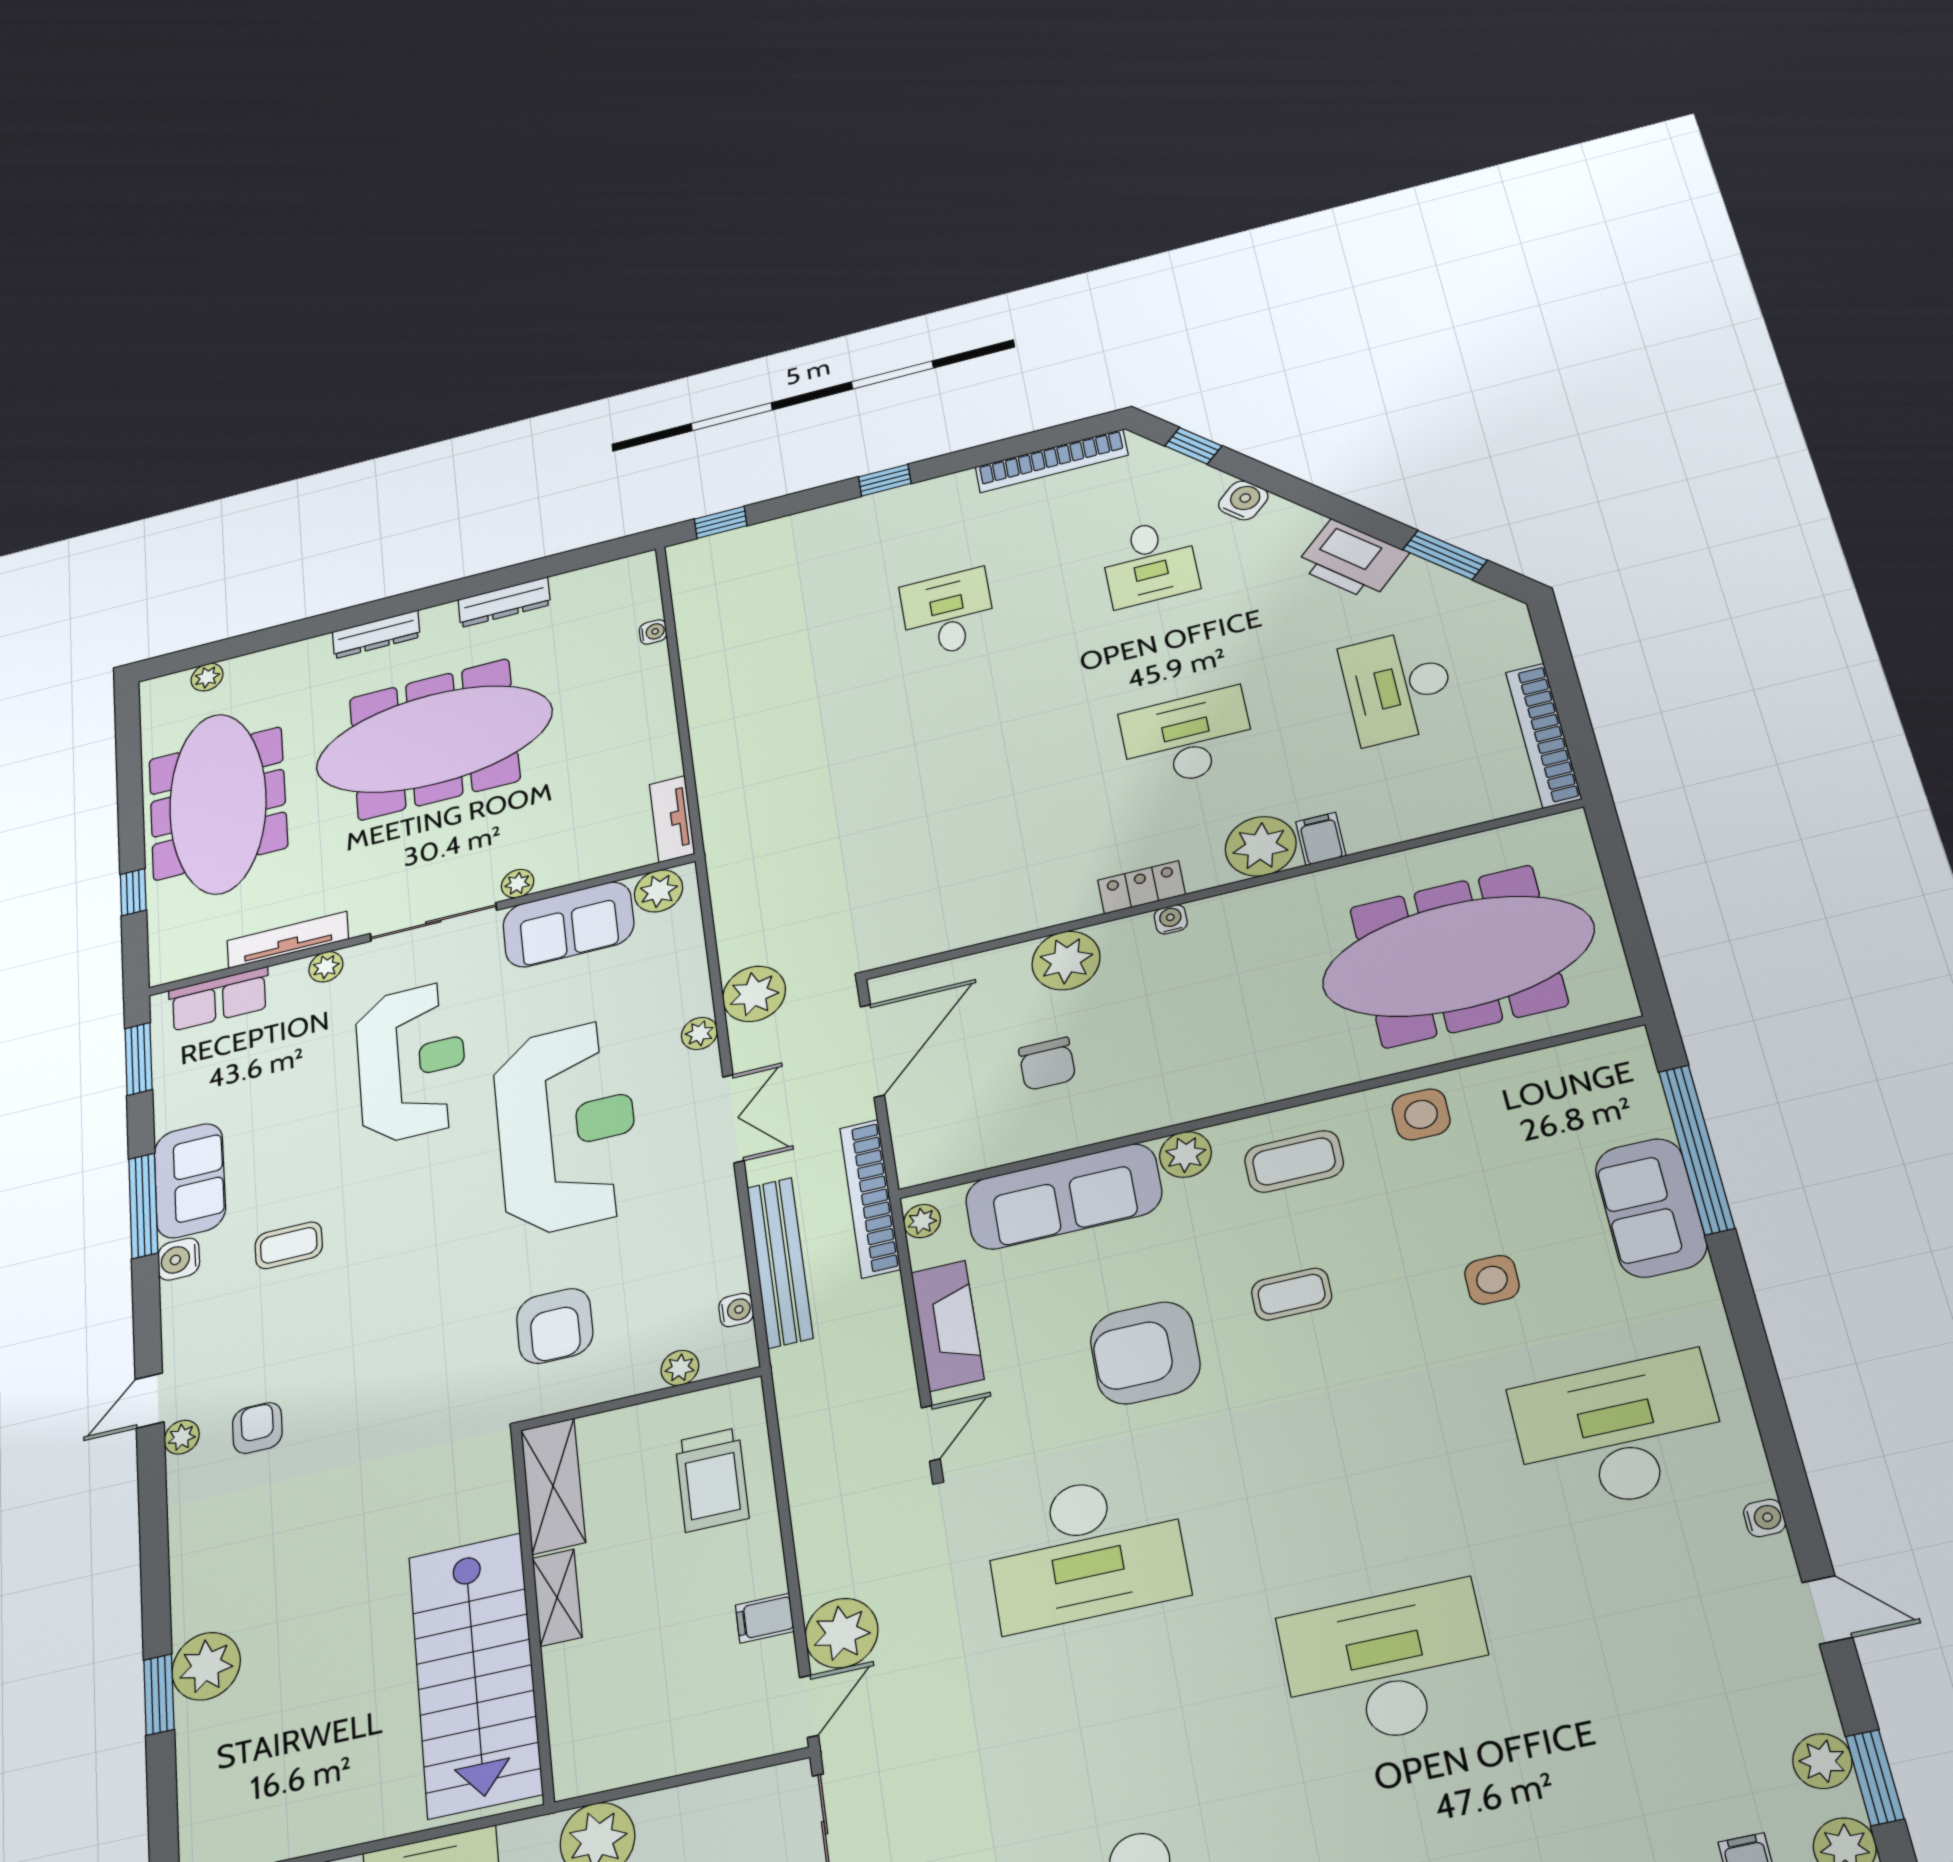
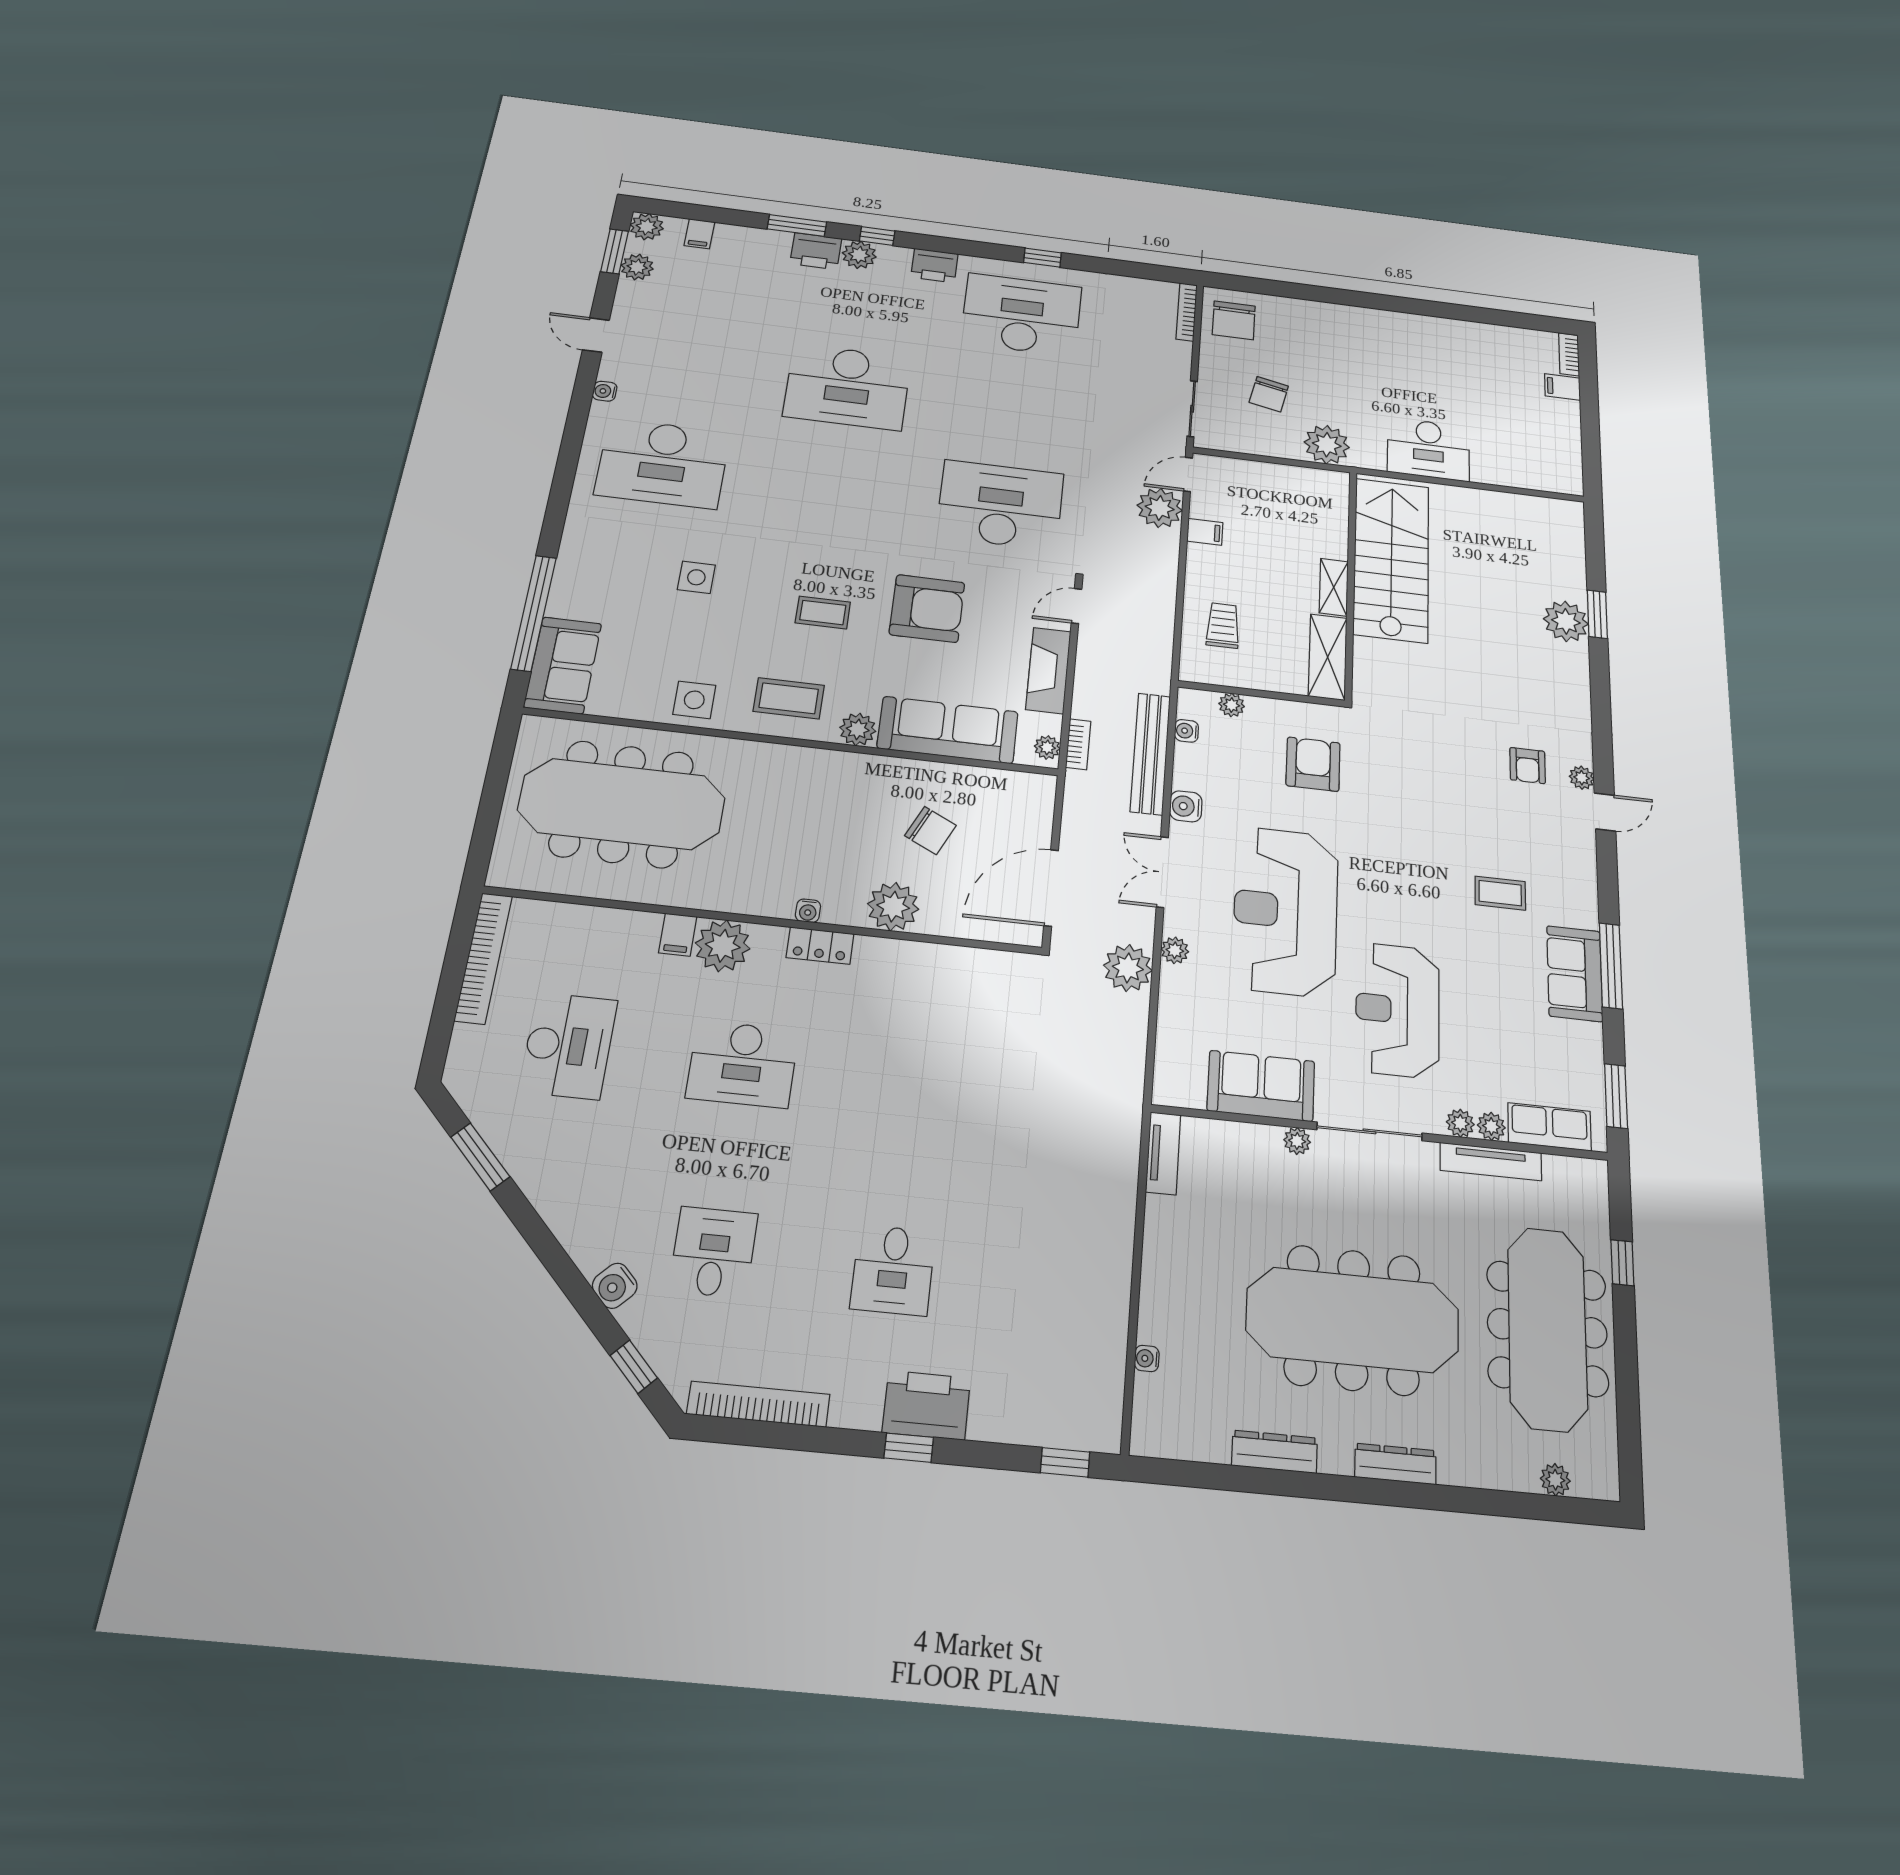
printer: (1352, 560) -> (926, 1405), moved, turned -45
plant: (658, 891) -> (1491, 1126), moved, width x0.73, depth x0.73
chair: (1047, 1064) -> (930, 830), turned 116
bookcase: (870, 1198) -> (1078, 744), width x0.43, depth x0.76
sofa: (1651, 1208) -> (563, 665), moved
water cooler: (179, 1259) -> (1186, 806), moved, turned 180
trolley: (712, 1480) -> (1223, 625), width x0.73, depth x0.72

